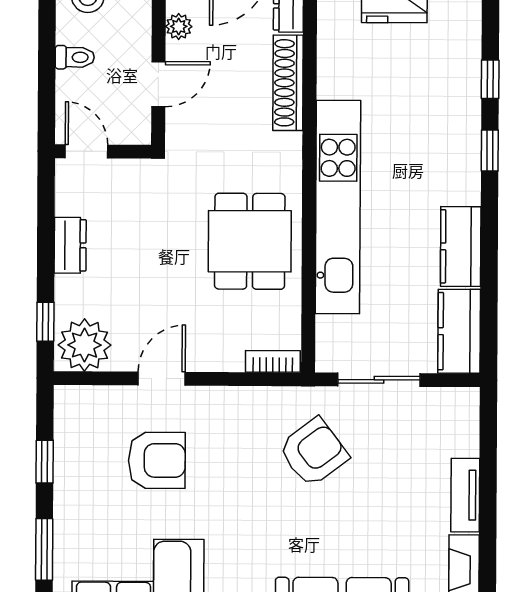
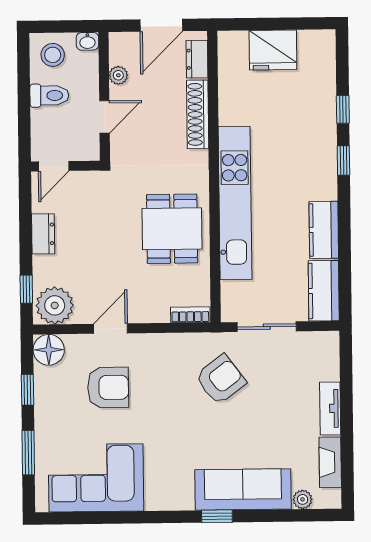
toilet: (75, 57) -> (49, 95), width x1.37, depth x1.39
door: (86, 151) -> (54, 166), swing flipped
floor lamp: (75, 407) -> (49, 350), added

